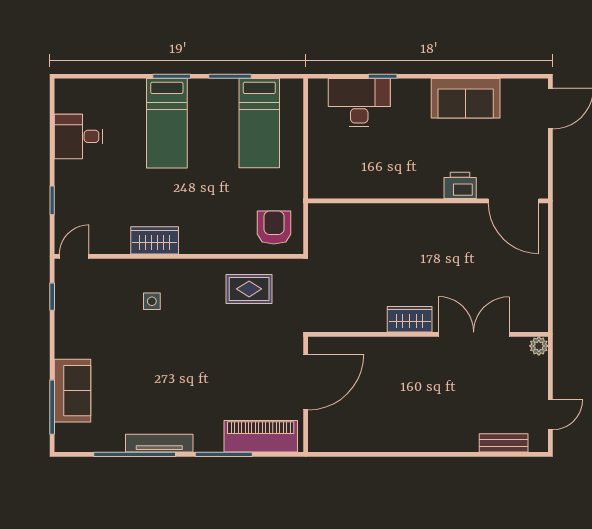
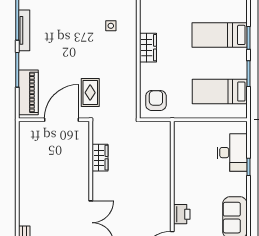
armchair: (274, 227) -> (156, 100), turned -90
wardrobe: (155, 240) -> (148, 48), moved
rug: (249, 289) -> (90, 93), moved
wardrobe: (410, 319) -> (100, 158), moved
door: (306, 382) -> (61, 120), swing flipped

